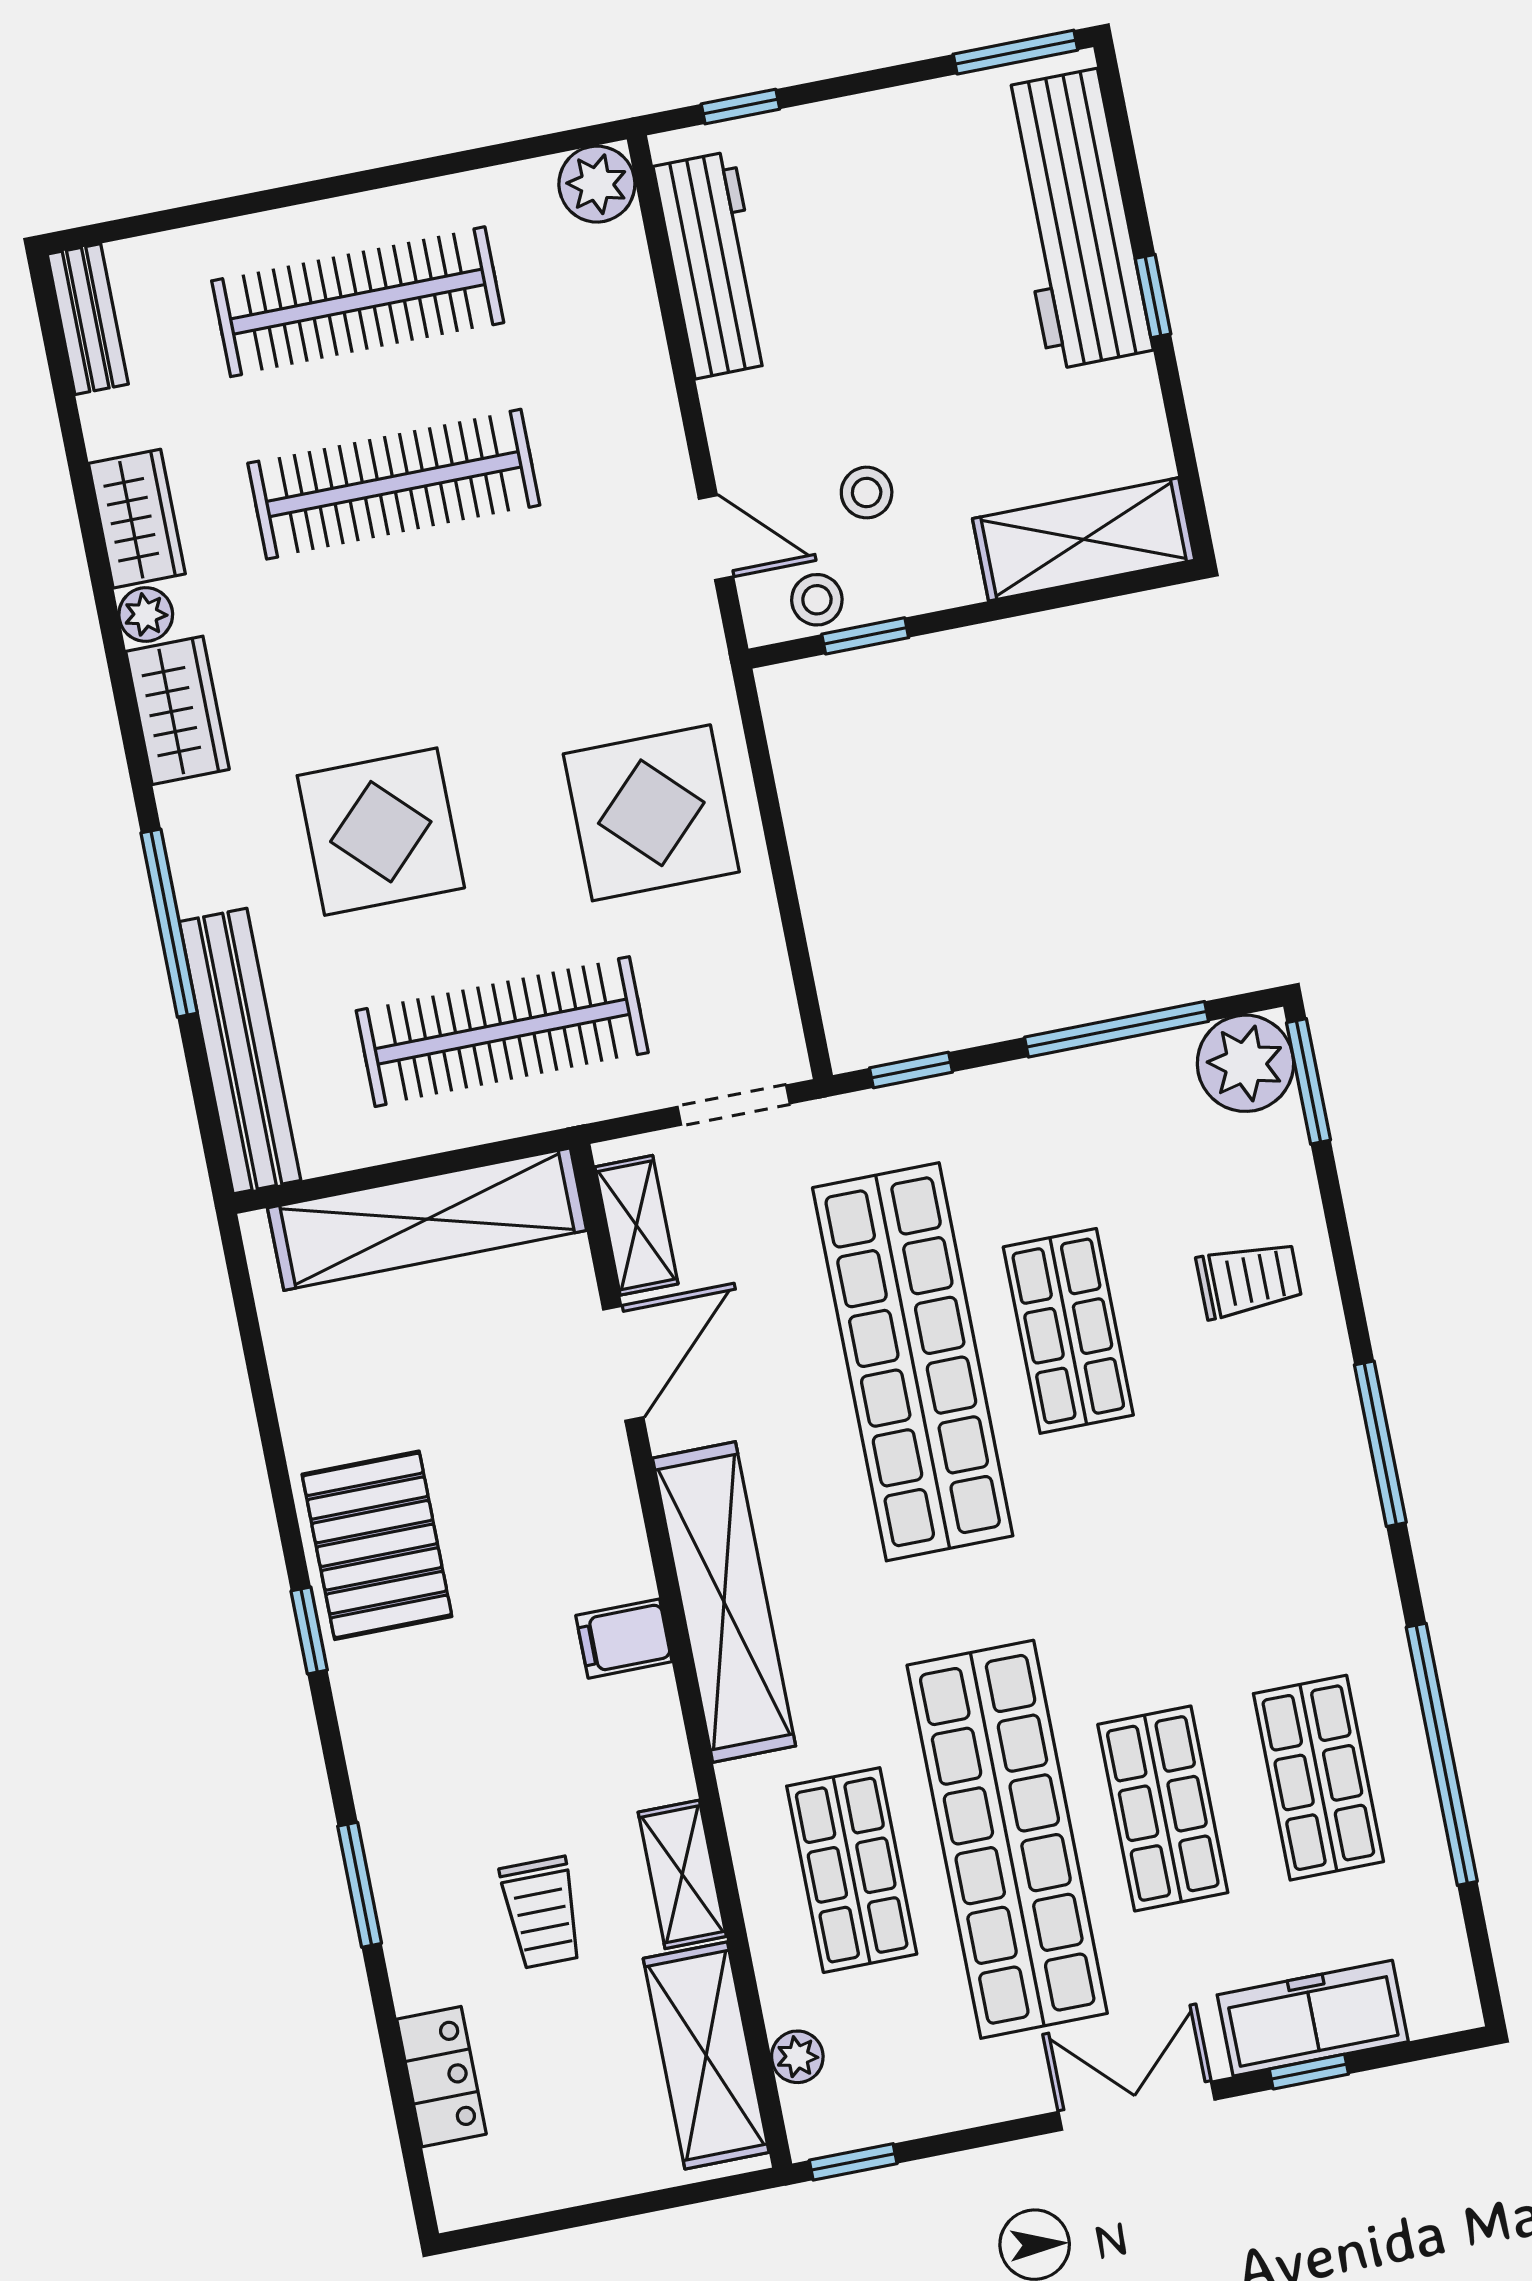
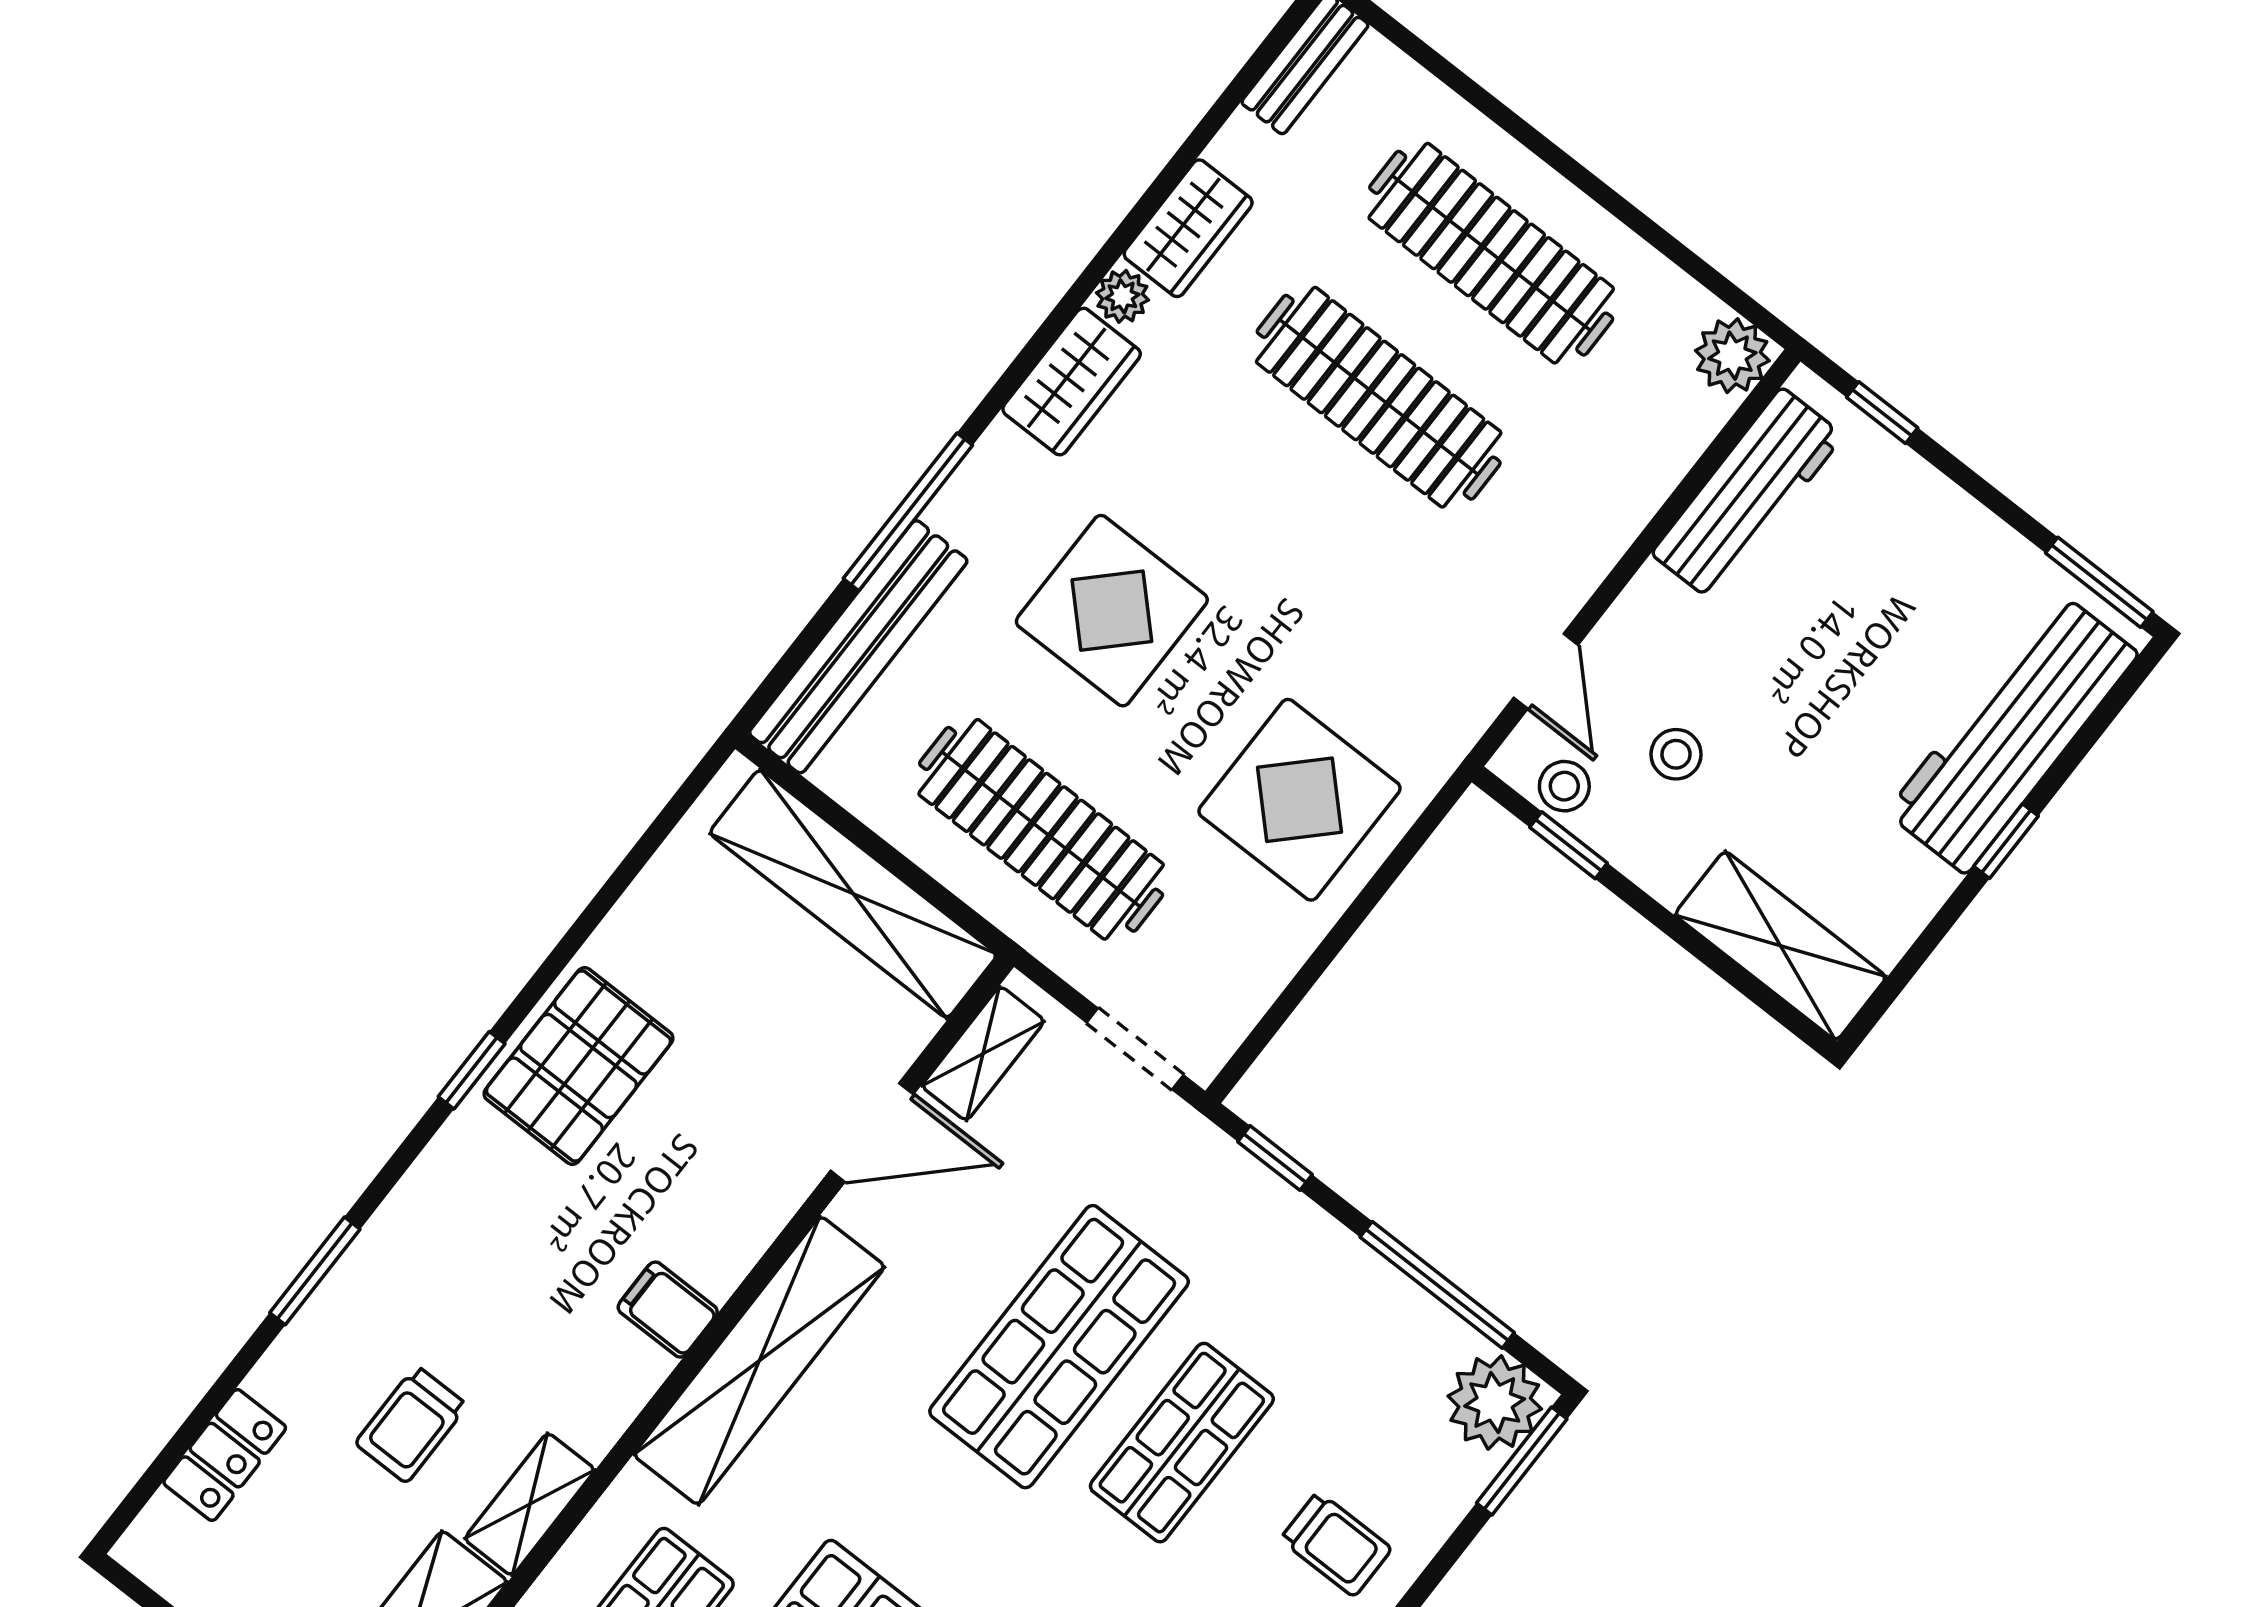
shop shelf: (913, 1362) -> (1059, 1347), width x0.71

